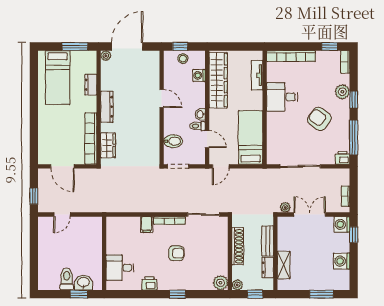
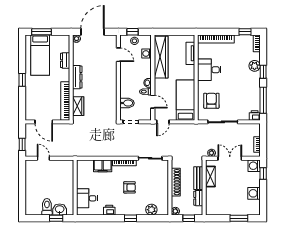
window: (75, 47) -> (41, 32), moved
door: (162, 98) -> (118, 55), moved
window: (34, 110) -> (22, 80), added
armchair: (319, 119) -> (211, 101), moved, turned 54
door: (62, 215) -> (43, 158), swing flipped
filing cabinet: (147, 225) -> (103, 166), width x2.00
shelving: (284, 265) -> (210, 177), moved
plant: (221, 283) -> (151, 210), moved

